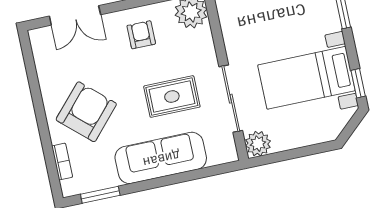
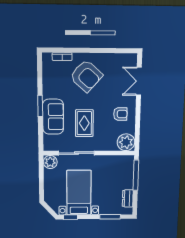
sofa: (161, 158) -> (53, 117), width x0.73
window: (100, 195) -> (40, 106), moved

